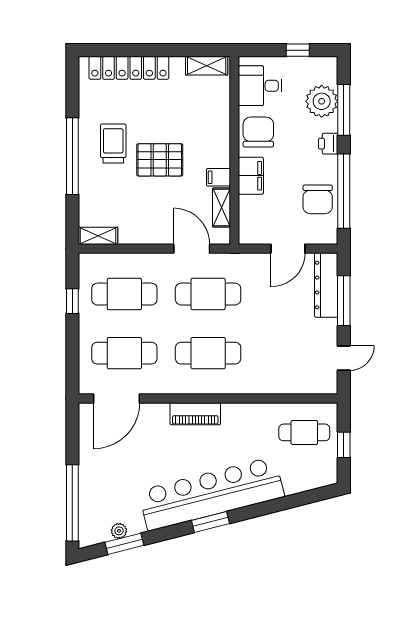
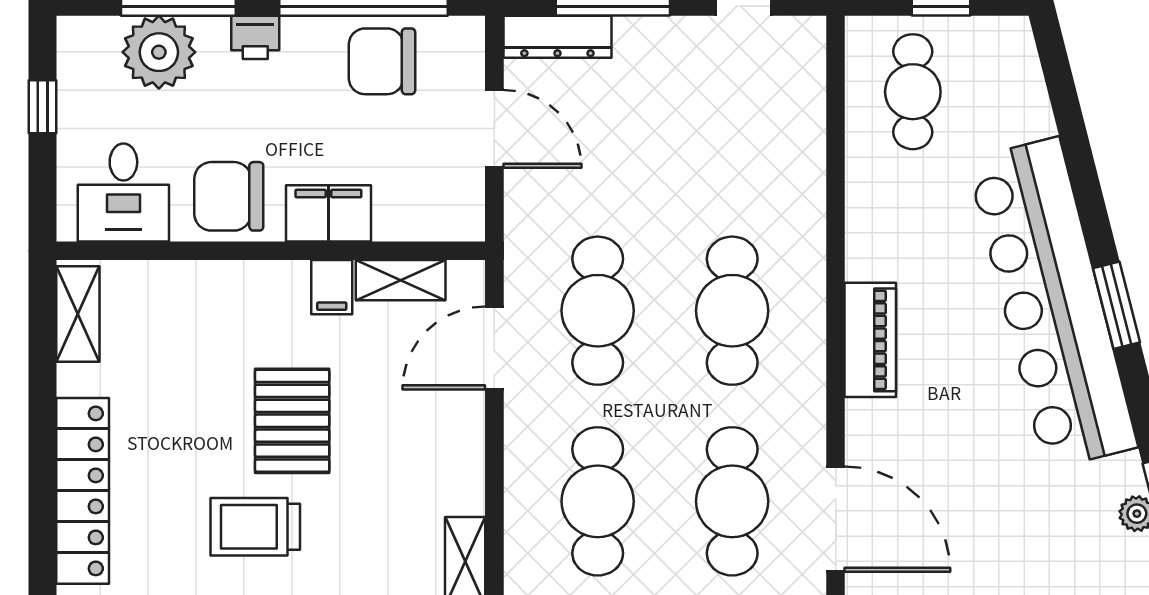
chair: (318, 199) -> (382, 61), turned 180
dresser: (326, 285) -> (557, 37), width x0.73, depth x0.80

